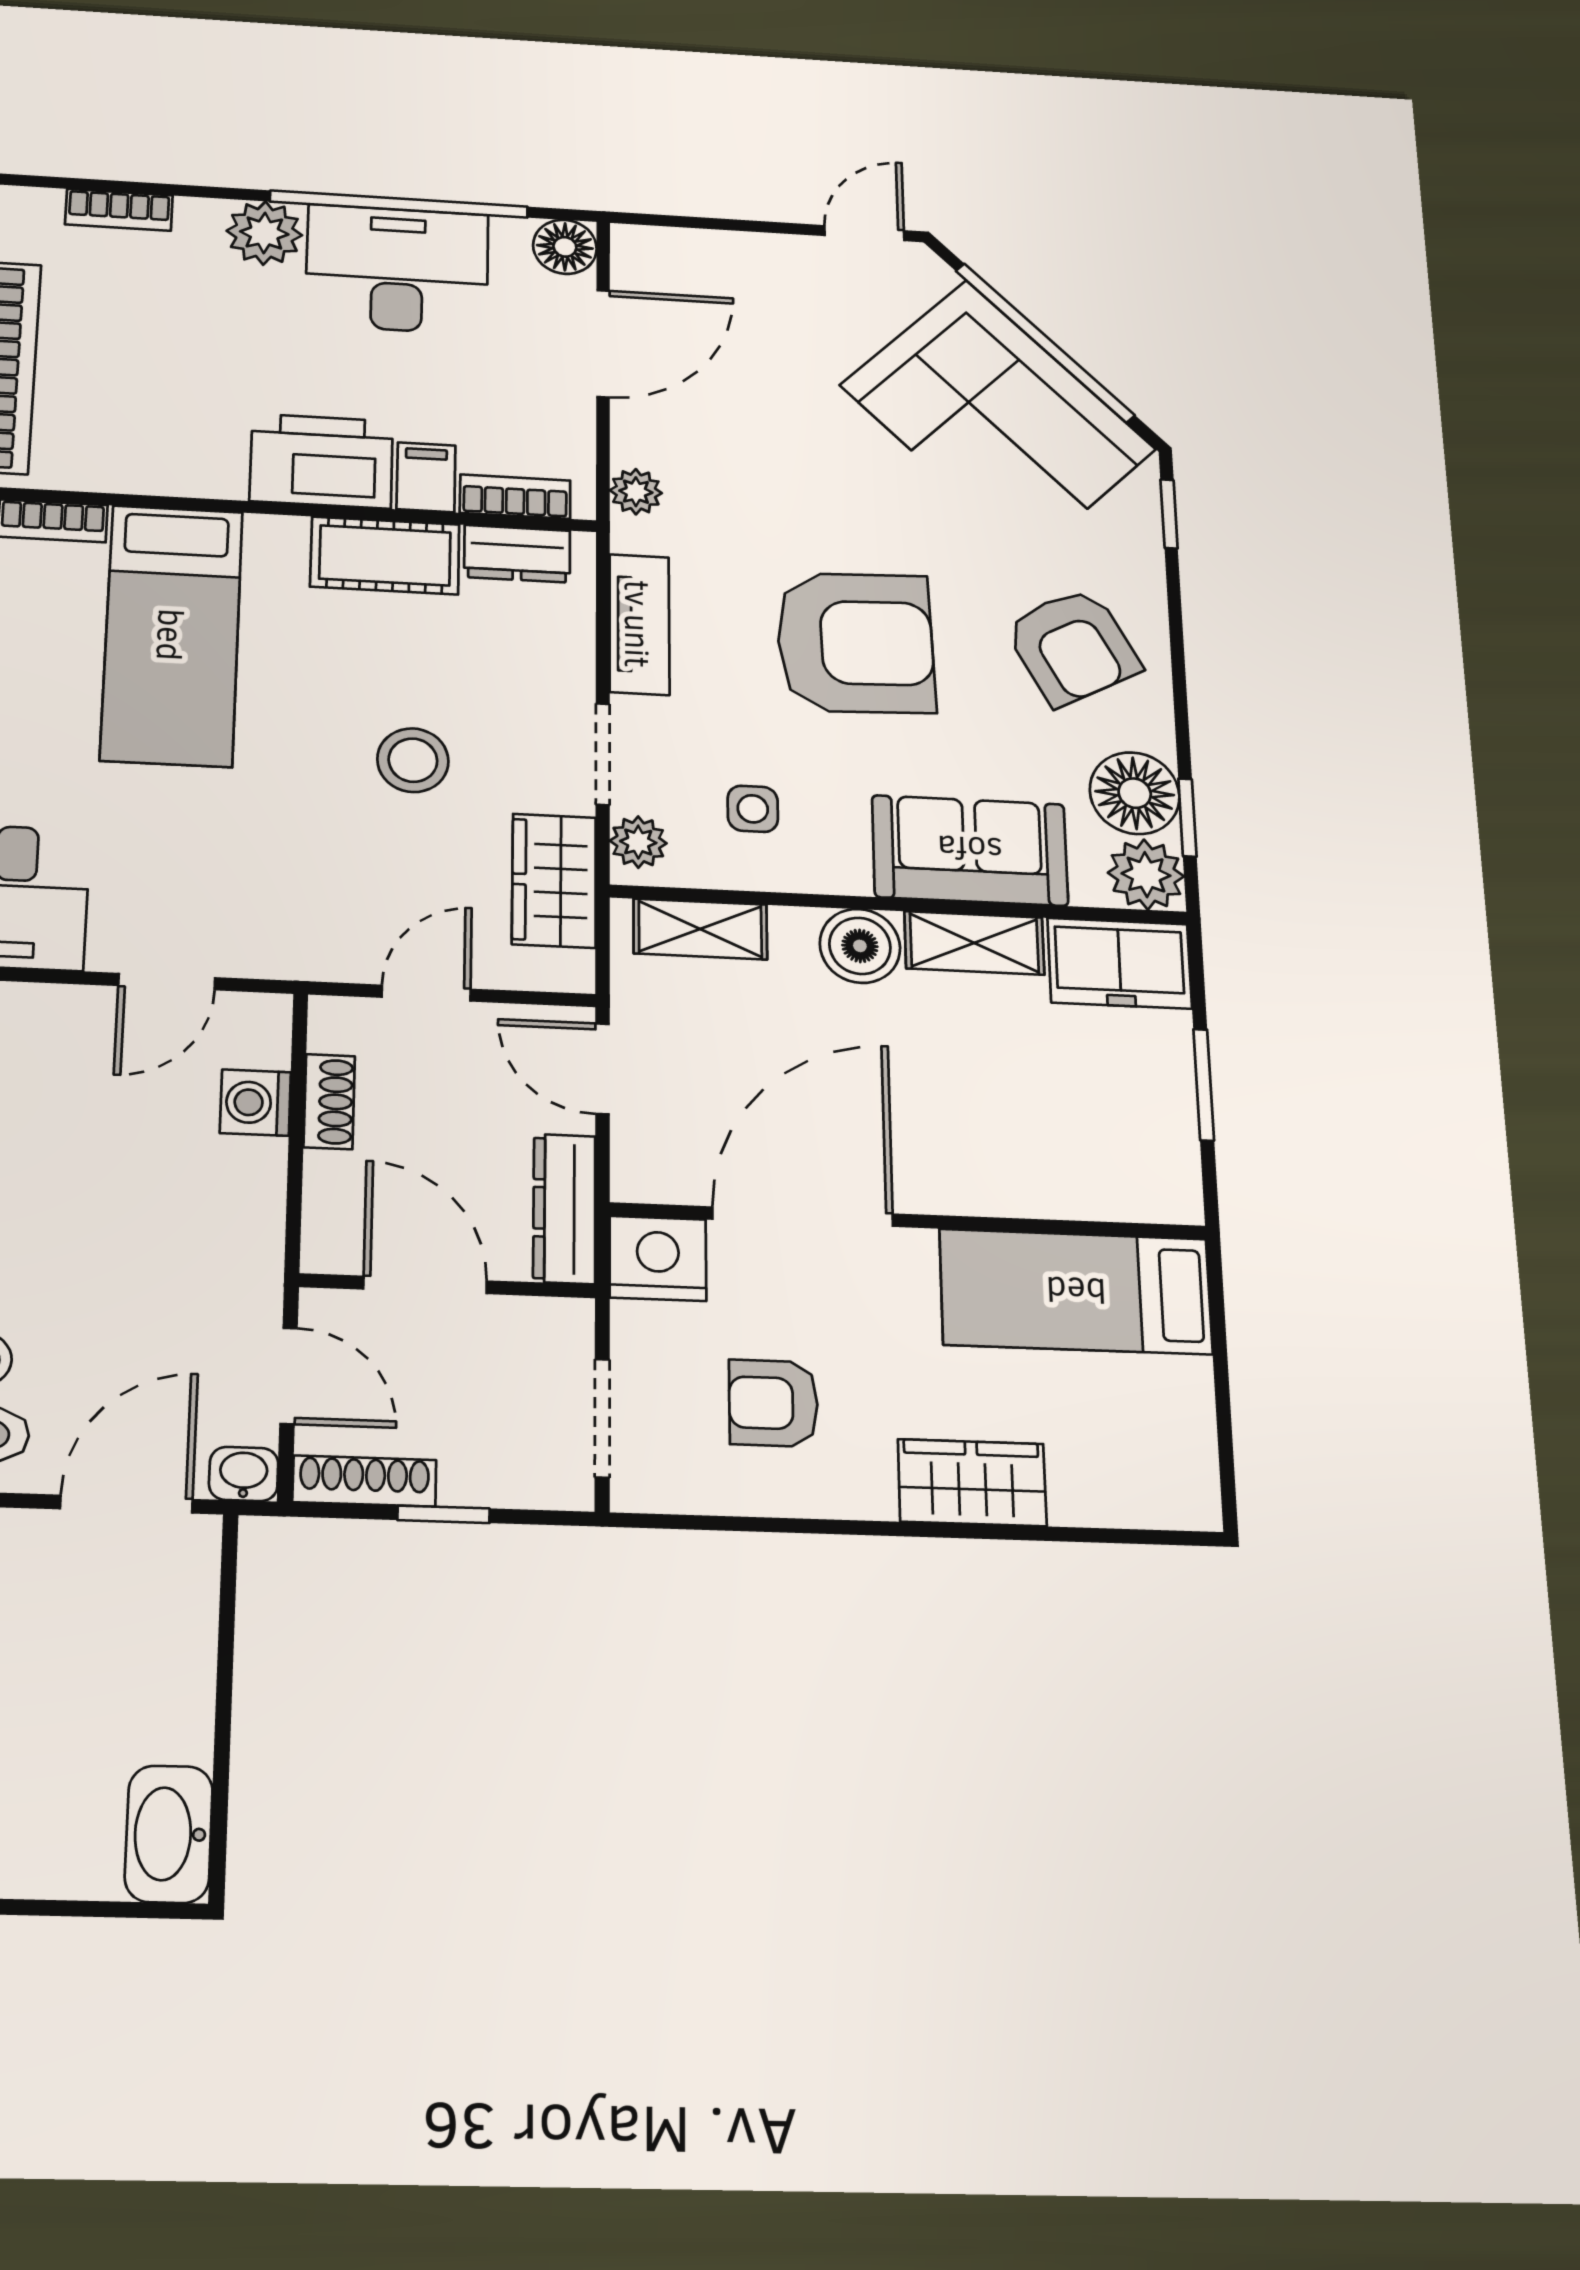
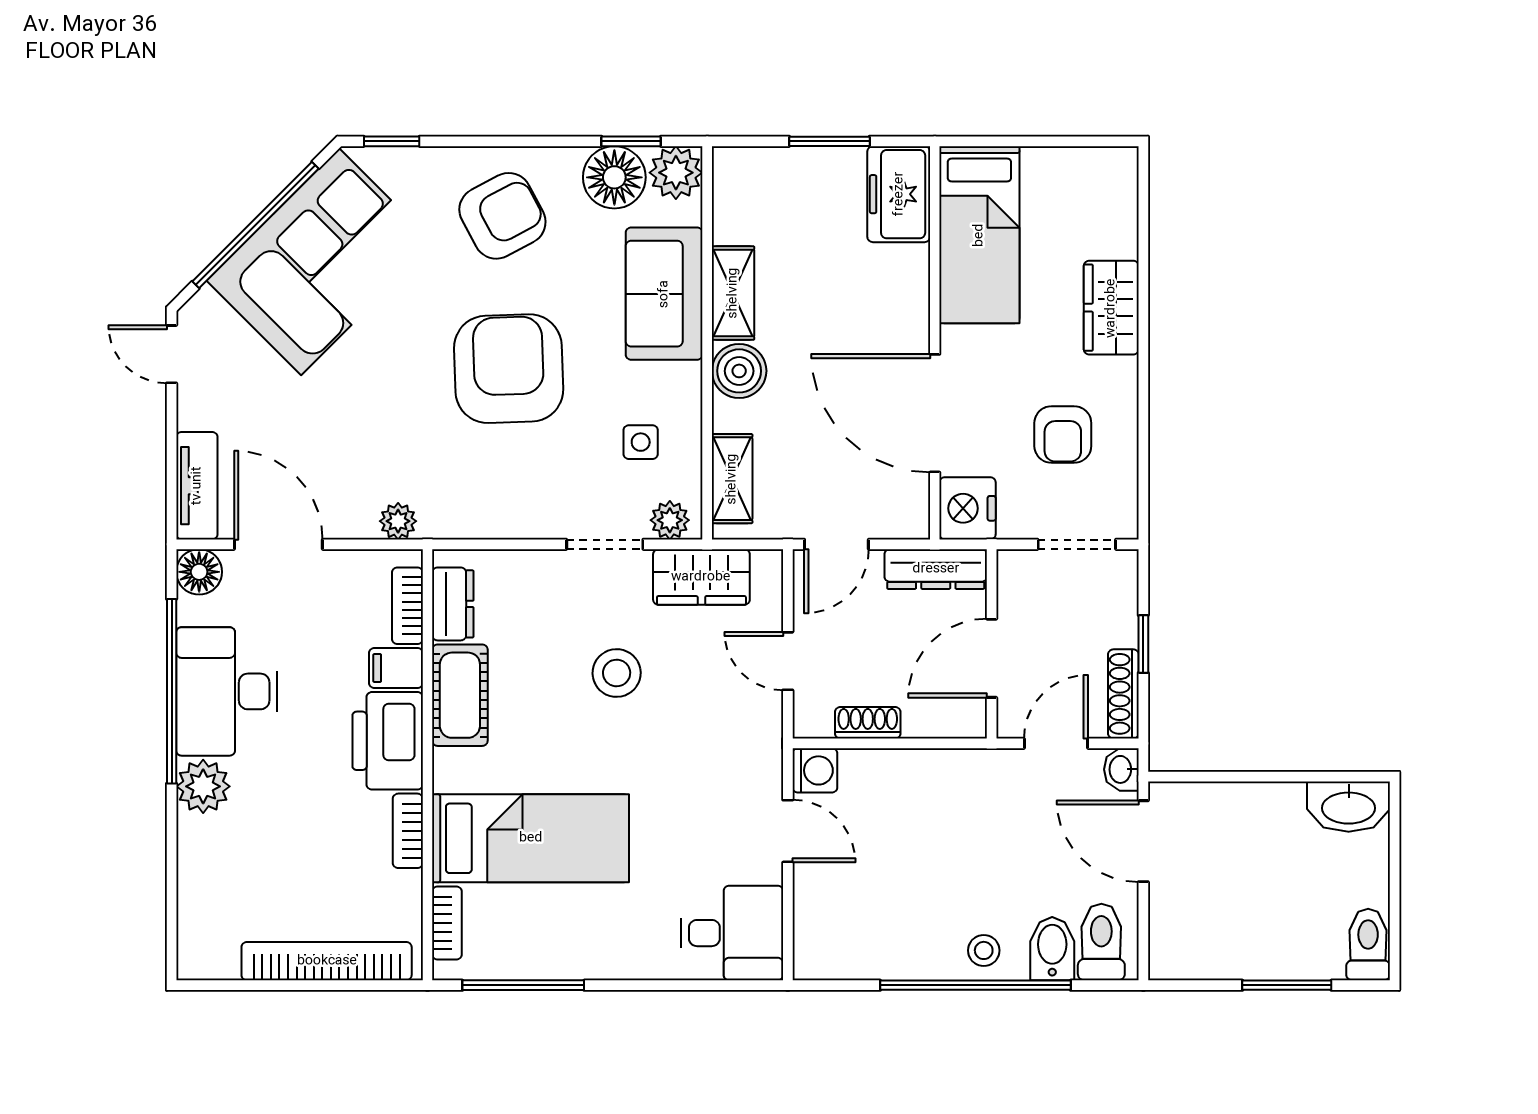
bookcase: (119, 210) -> (408, 831), moved, turned 180
tv unit: (639, 624) -> (197, 486), moved, turned 90
freezer: (1120, 963) -> (899, 194), moved, turned 180
washing machine: (255, 1103) -> (815, 770), moved, turned -90

